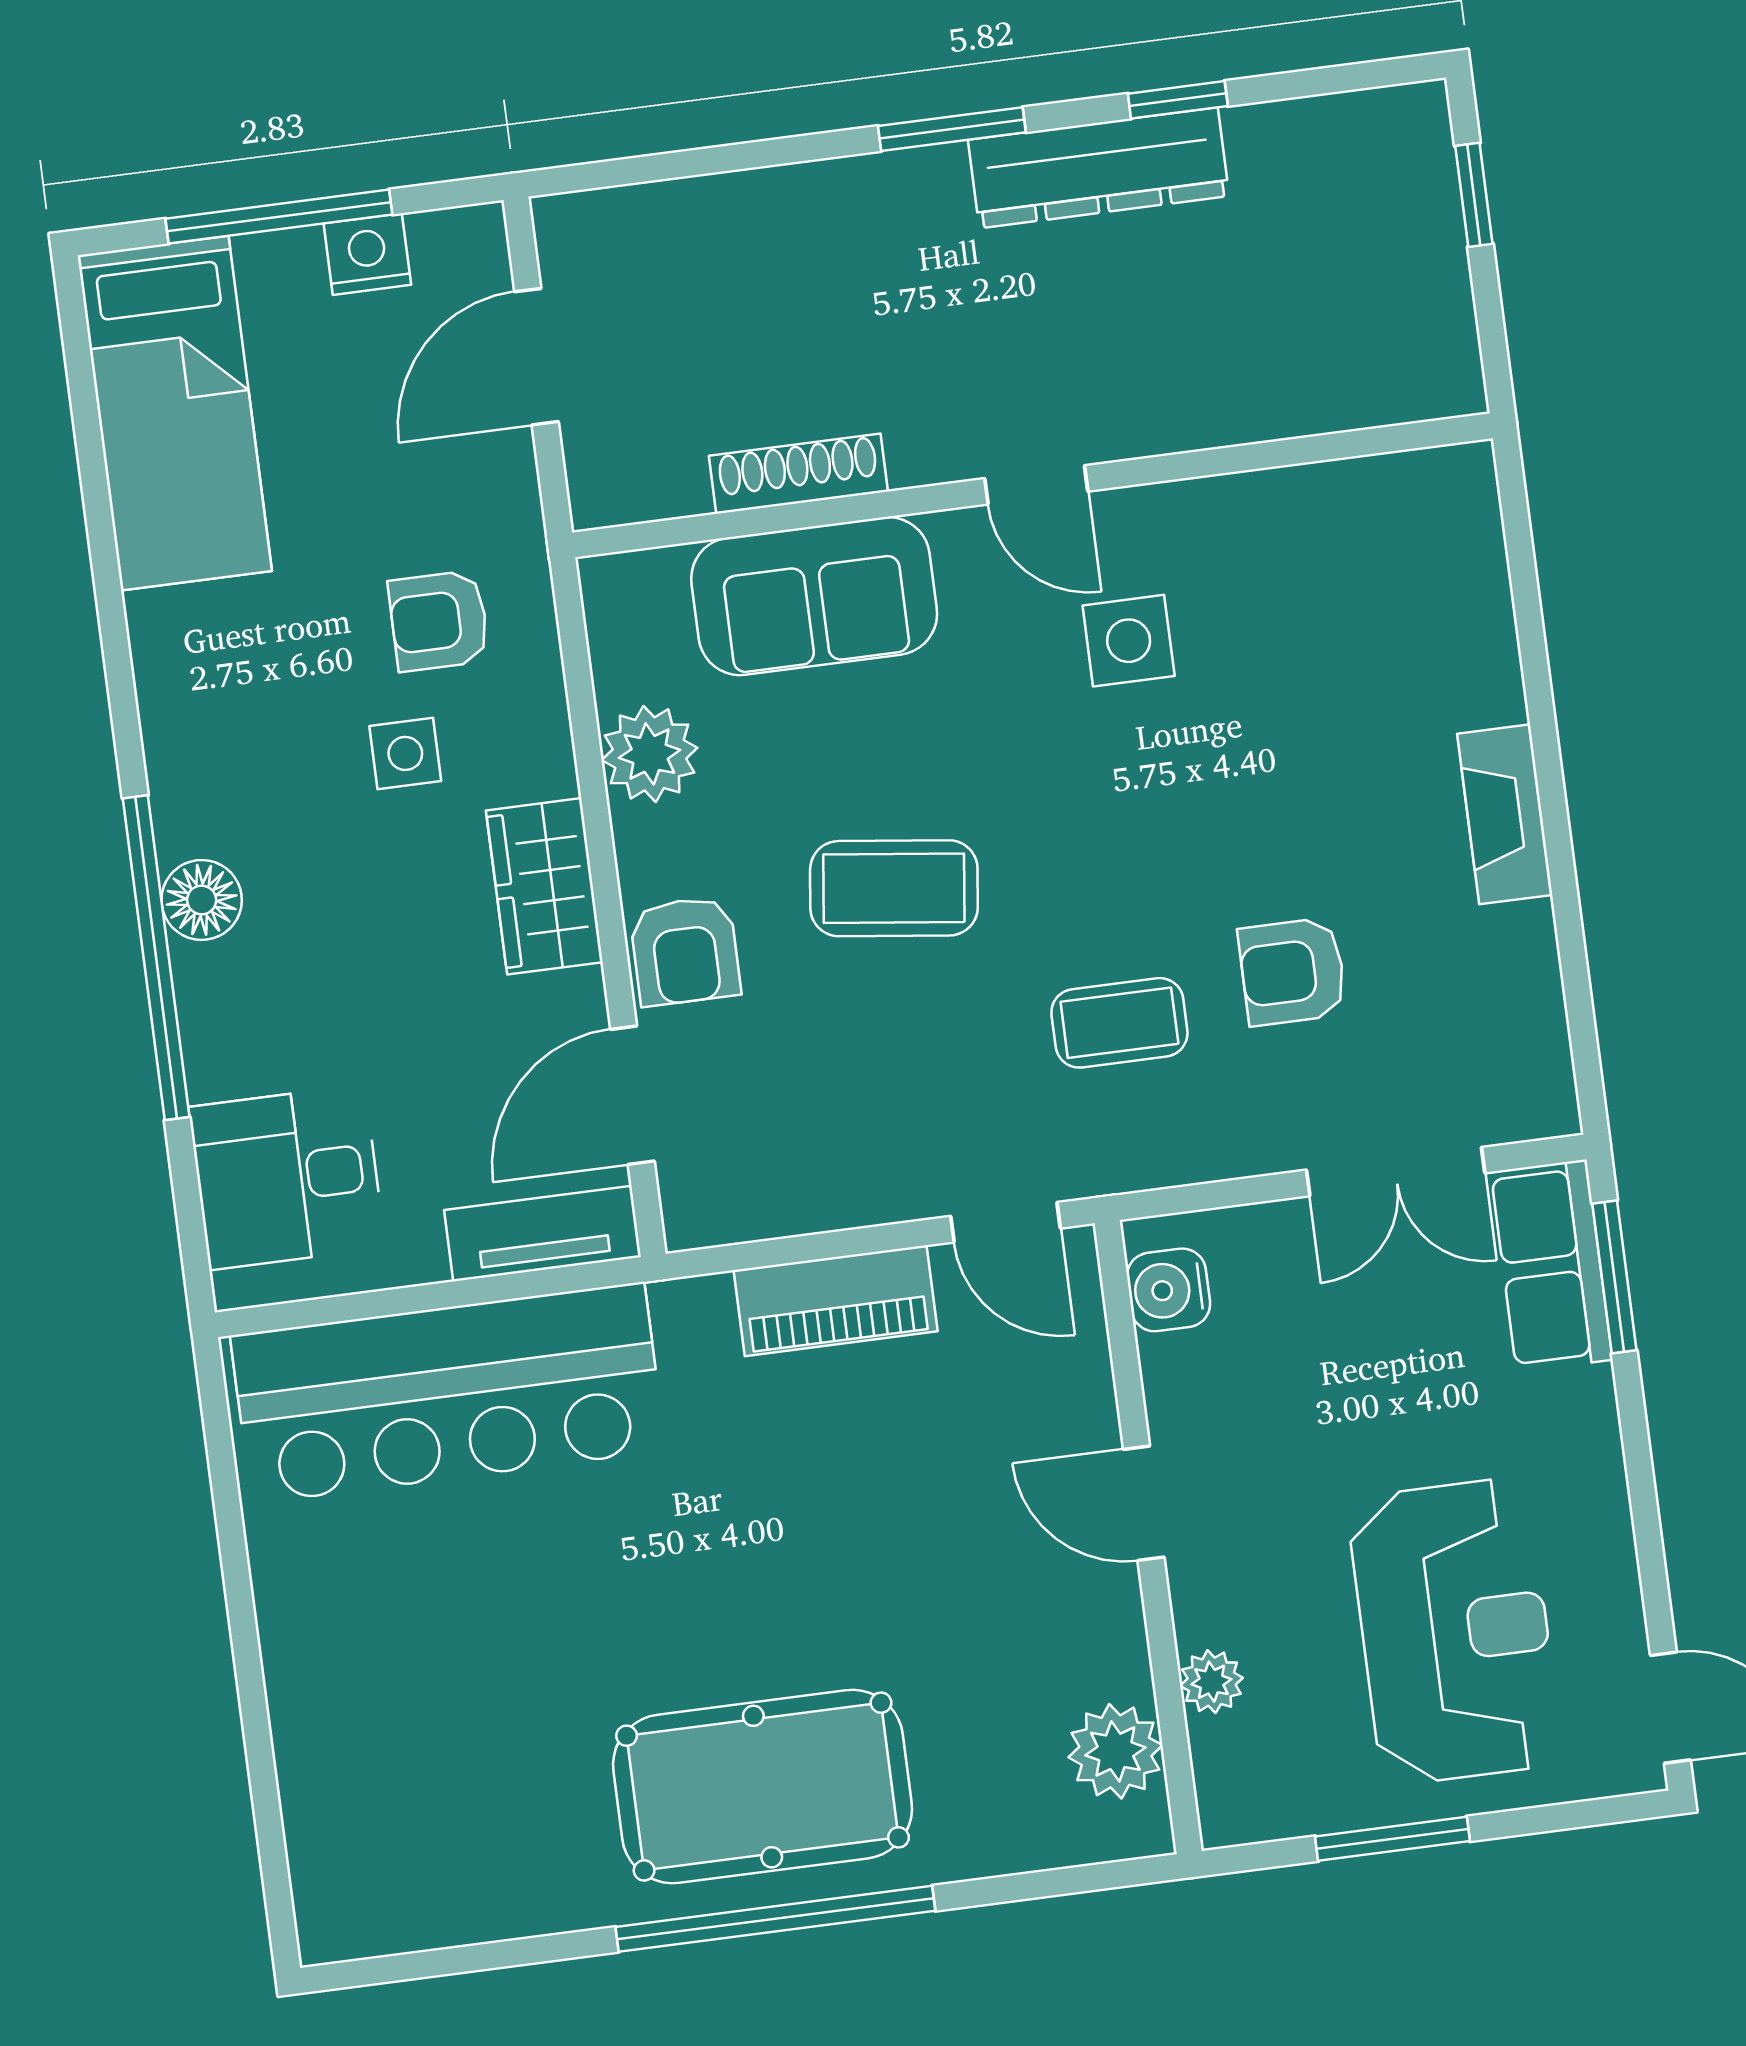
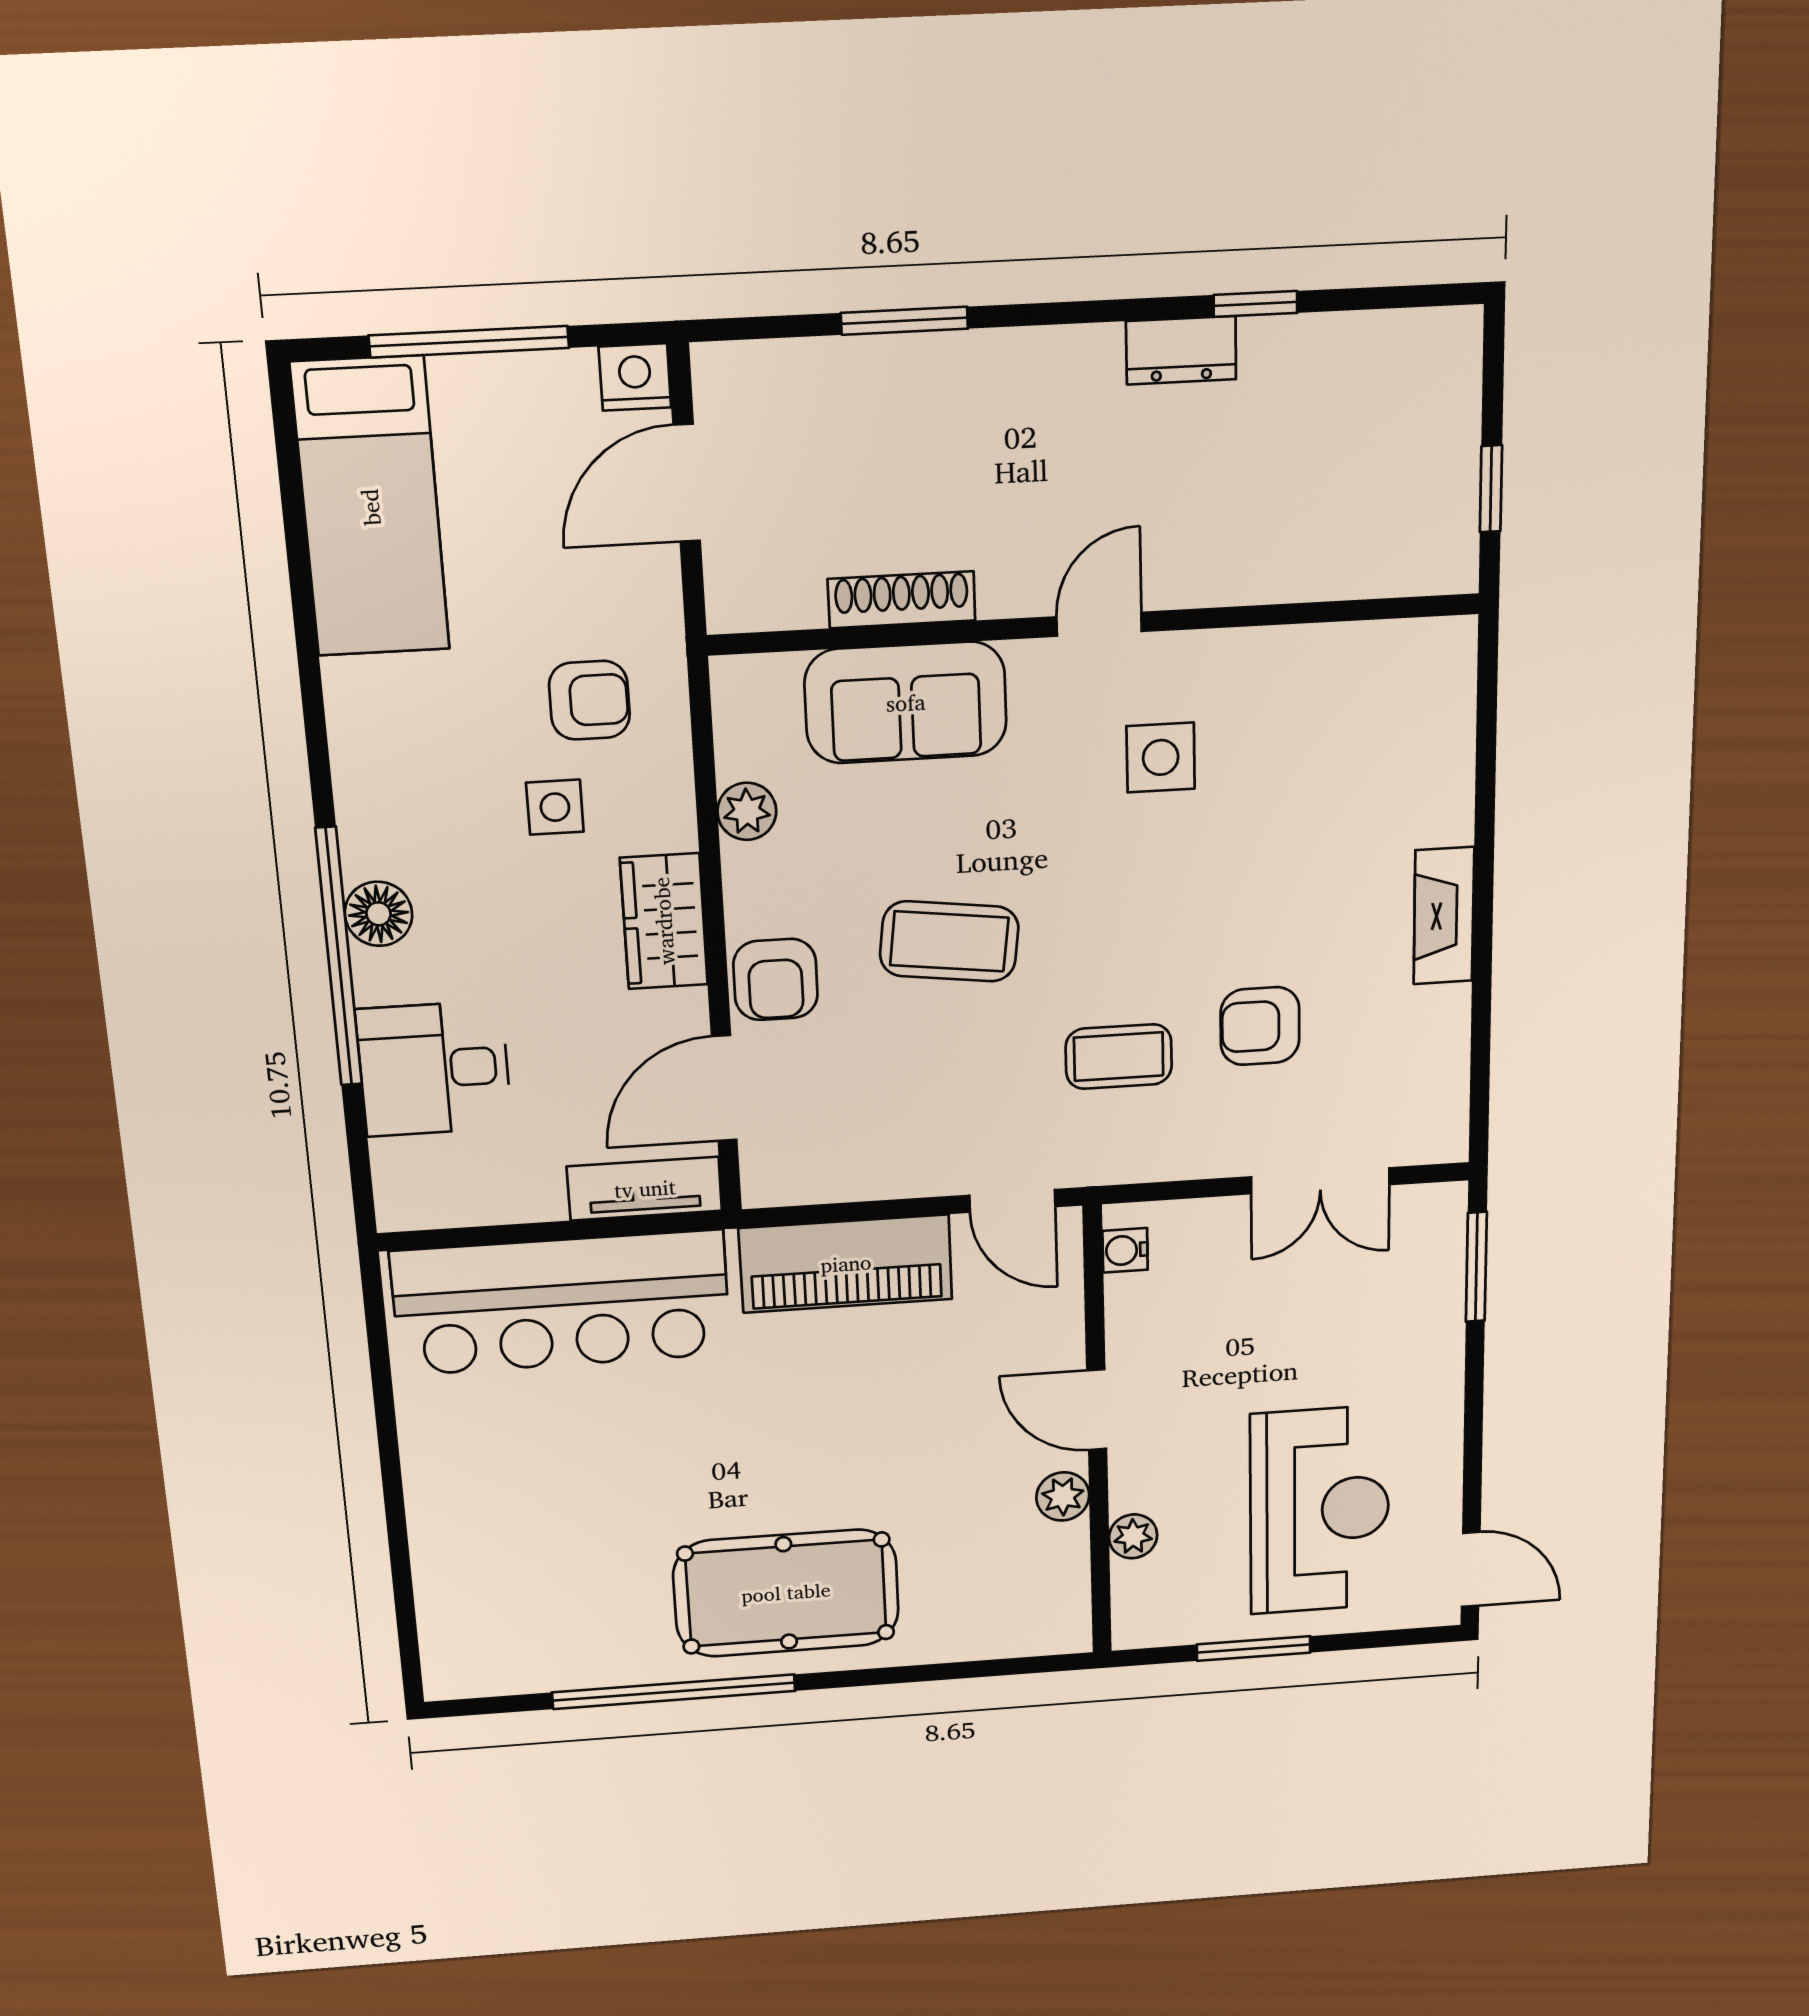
window: (952, 129) -> (904, 321), moved
dresser: (1099, 168) -> (1181, 350), width x0.51, depth x0.80
window: (1474, 195) -> (1491, 489), moved
nightstand: (367, 254) -> (635, 377), moved
door: (1036, 485) -> (1099, 624), swing flipped
armchair: (439, 621) -> (589, 700), turned 180
plant: (650, 754) -> (747, 811), width x0.73, depth x0.73
desk: (287, 1177) -> (434, 1069), moved
row of seats: (1552, 1266) -> (1430, 1256), removed
water cooler: (1168, 1290) -> (1125, 1250), width x0.72, depth x0.72
piano: (836, 1301) -> (846, 1264), width x1.37, depth x1.33
plant: (1115, 1751) -> (1063, 1496), moved, width x0.73, depth x0.73
window: (775, 1919) -> (674, 1692), moved

